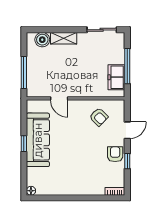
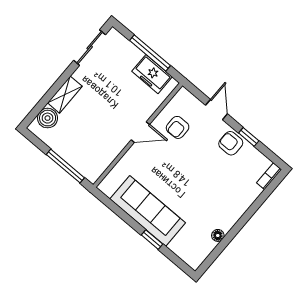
door: (59, 98) -> (140, 132), moved
armchair: (99, 117) -> (178, 127), turned 135
window: (24, 144) -> (152, 240), moved
floor lamp: (31, 191) -> (218, 235), moved

